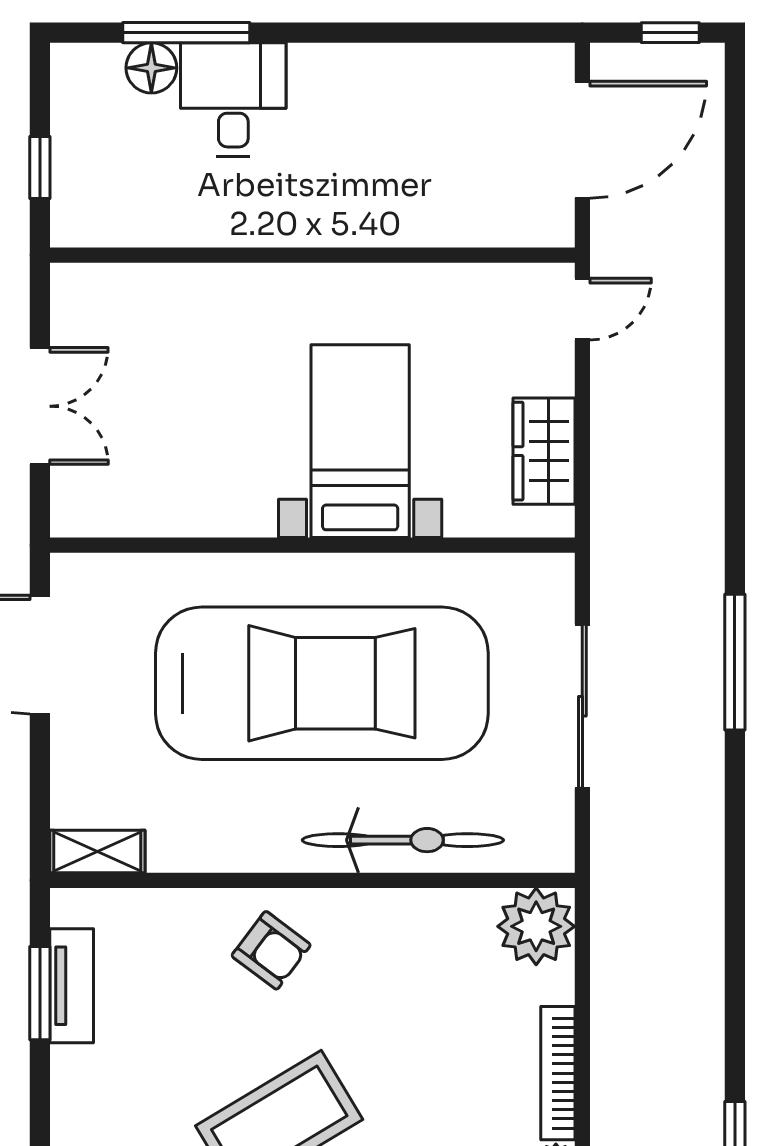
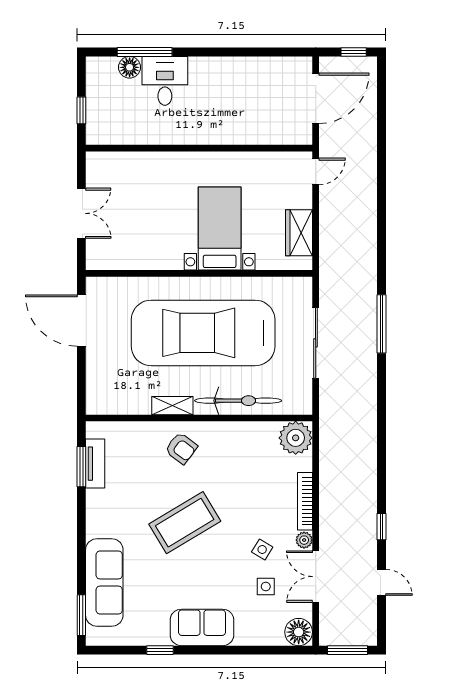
car: (322, 683) -> (203, 333), turned 180
shelving: (97, 851) -> (172, 406), moved

